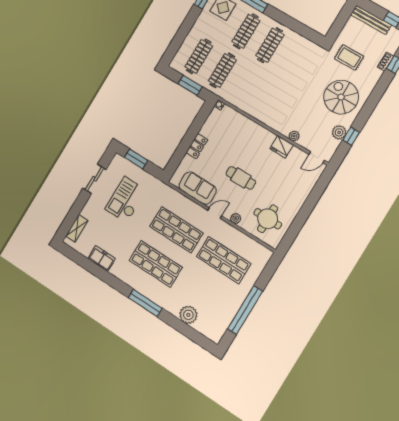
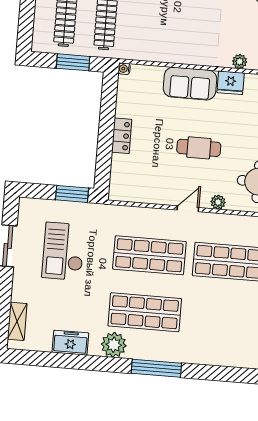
window: (136, 159) -> (72, 194), moved
sofa: (198, 188) -> (190, 84), moved, turned 180
plant: (188, 315) -> (114, 345), moved

